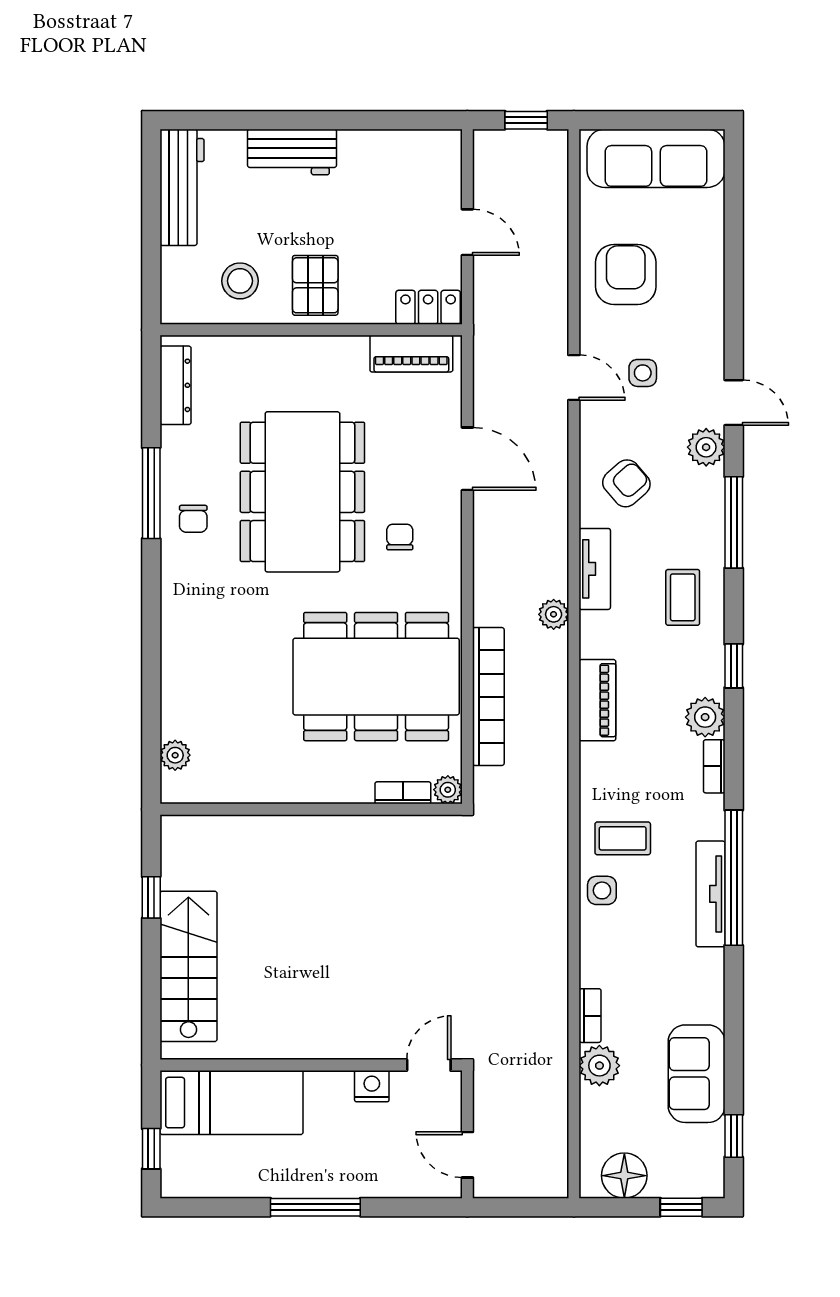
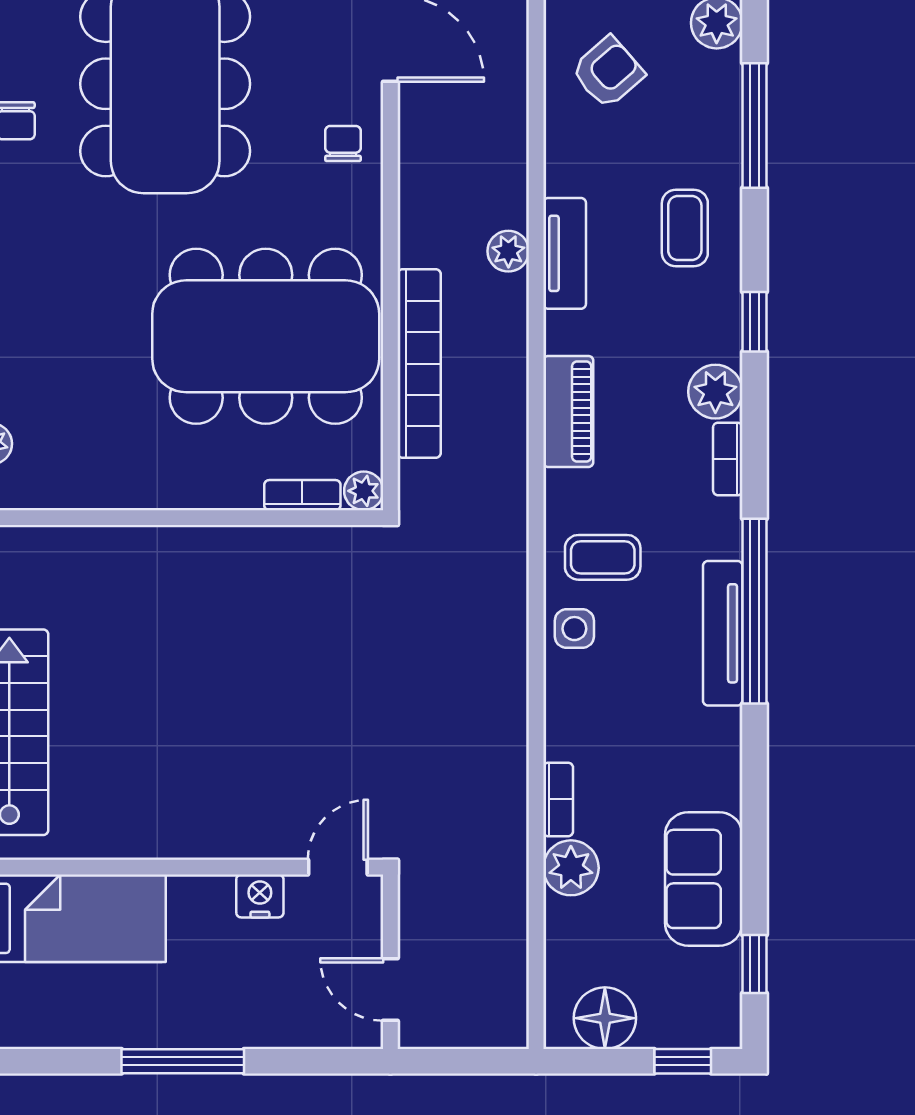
chair: (400, 537) -> (343, 144), moved
tv unit: (595, 569) -> (565, 253), moved
piano: (597, 700) -> (568, 411), moved

